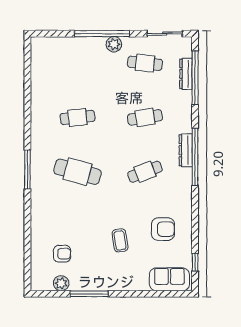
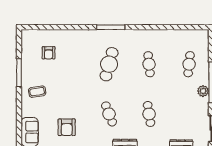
cafe table: (145, 63) -> (189, 64), moved
coffee table: (120, 240) -> (37, 92), moved
plant: (61, 283) -> (27, 52), removed

